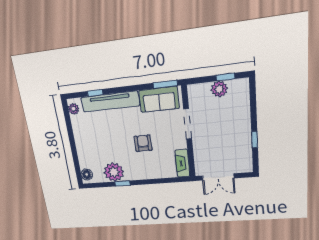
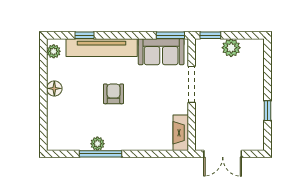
window: (225, 77) -> (210, 35), moved
armchair: (143, 143) -> (114, 94), moved
plant: (114, 172) -> (97, 144), width x0.53, depth x0.53
floor lamp: (87, 175) -> (54, 88), moved
window: (123, 183) -> (101, 154), width x2.17

